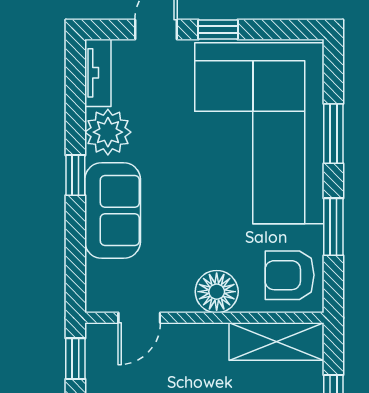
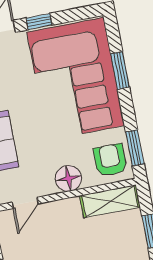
window: (333, 227) -> (135, 148), moved
armchair: (290, 275) -> (110, 160), turned 90

